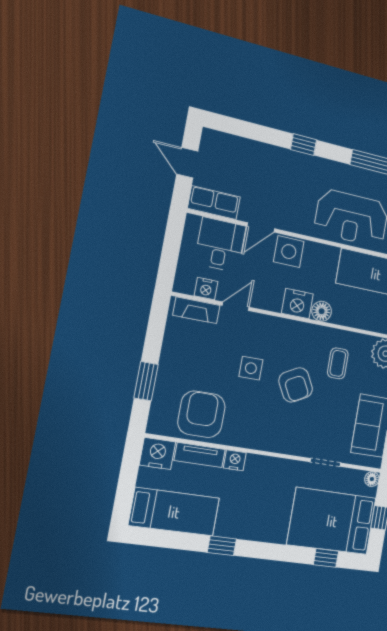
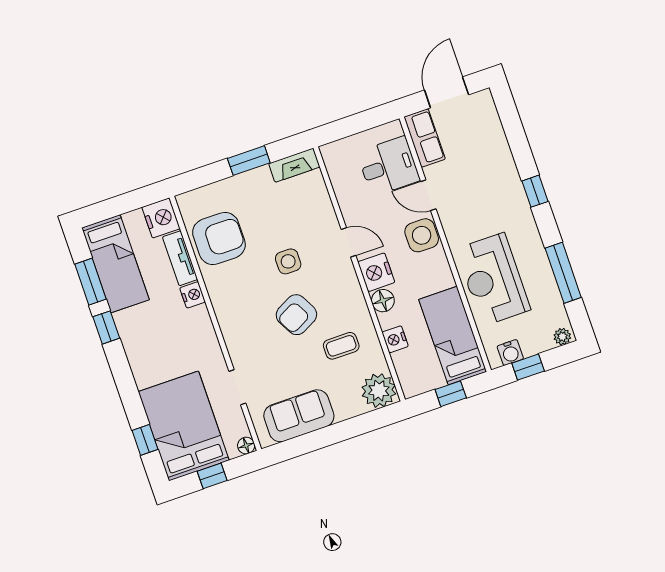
door: (187, 163) -> (447, 92), width x1.38
nightstand: (206, 289) -> (395, 339), moved
door: (236, 306) -> (349, 242), moved
fireplace: (196, 310) -> (294, 165), moved, turned -90
window: (146, 381) -> (249, 161), moved
window: (177, 540) -> (91, 282), added

